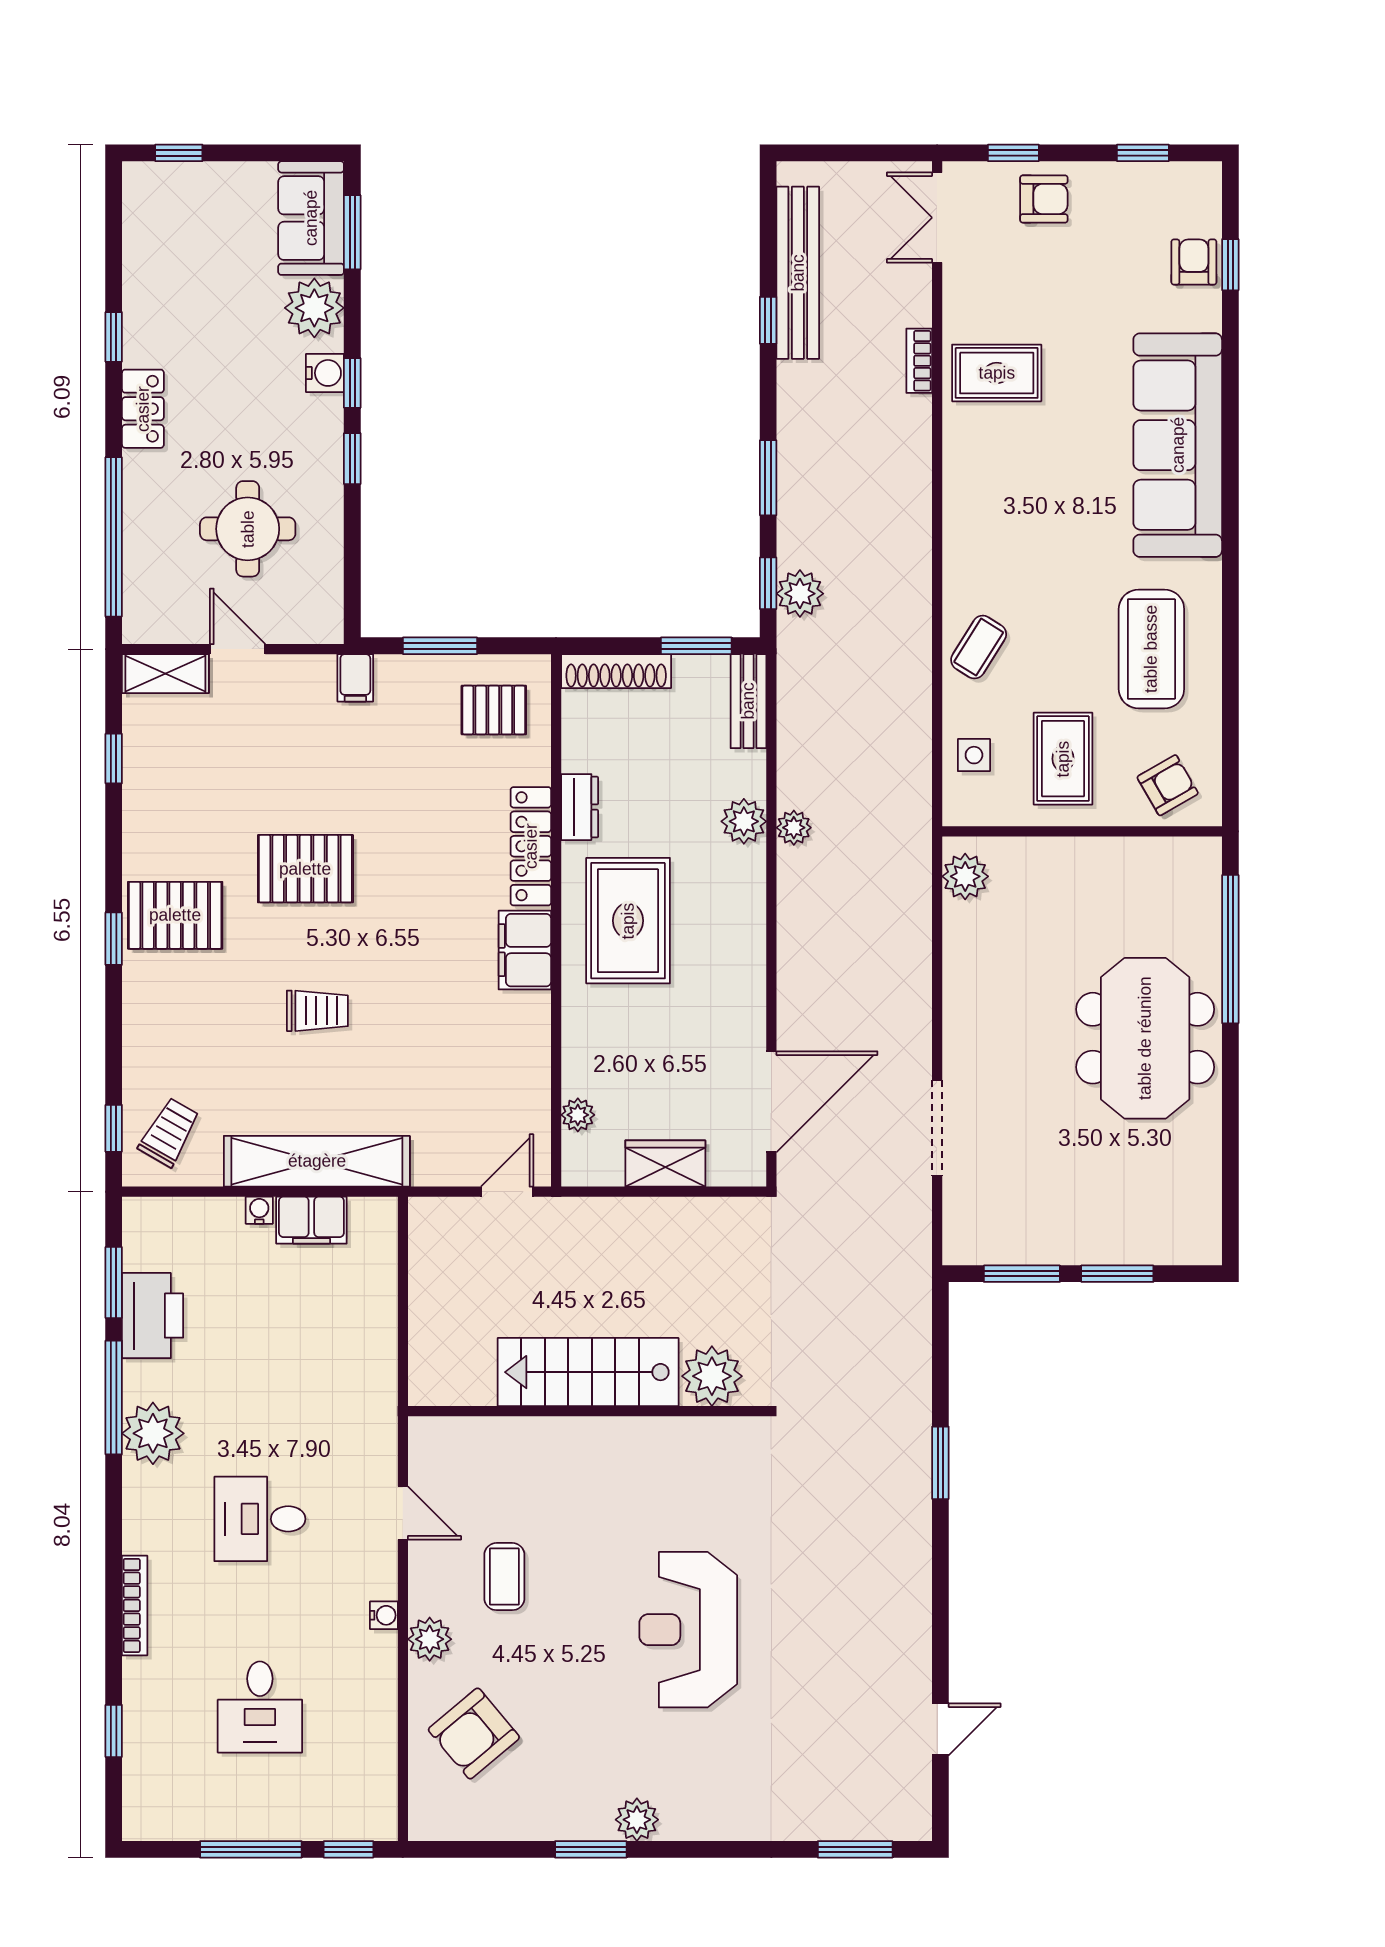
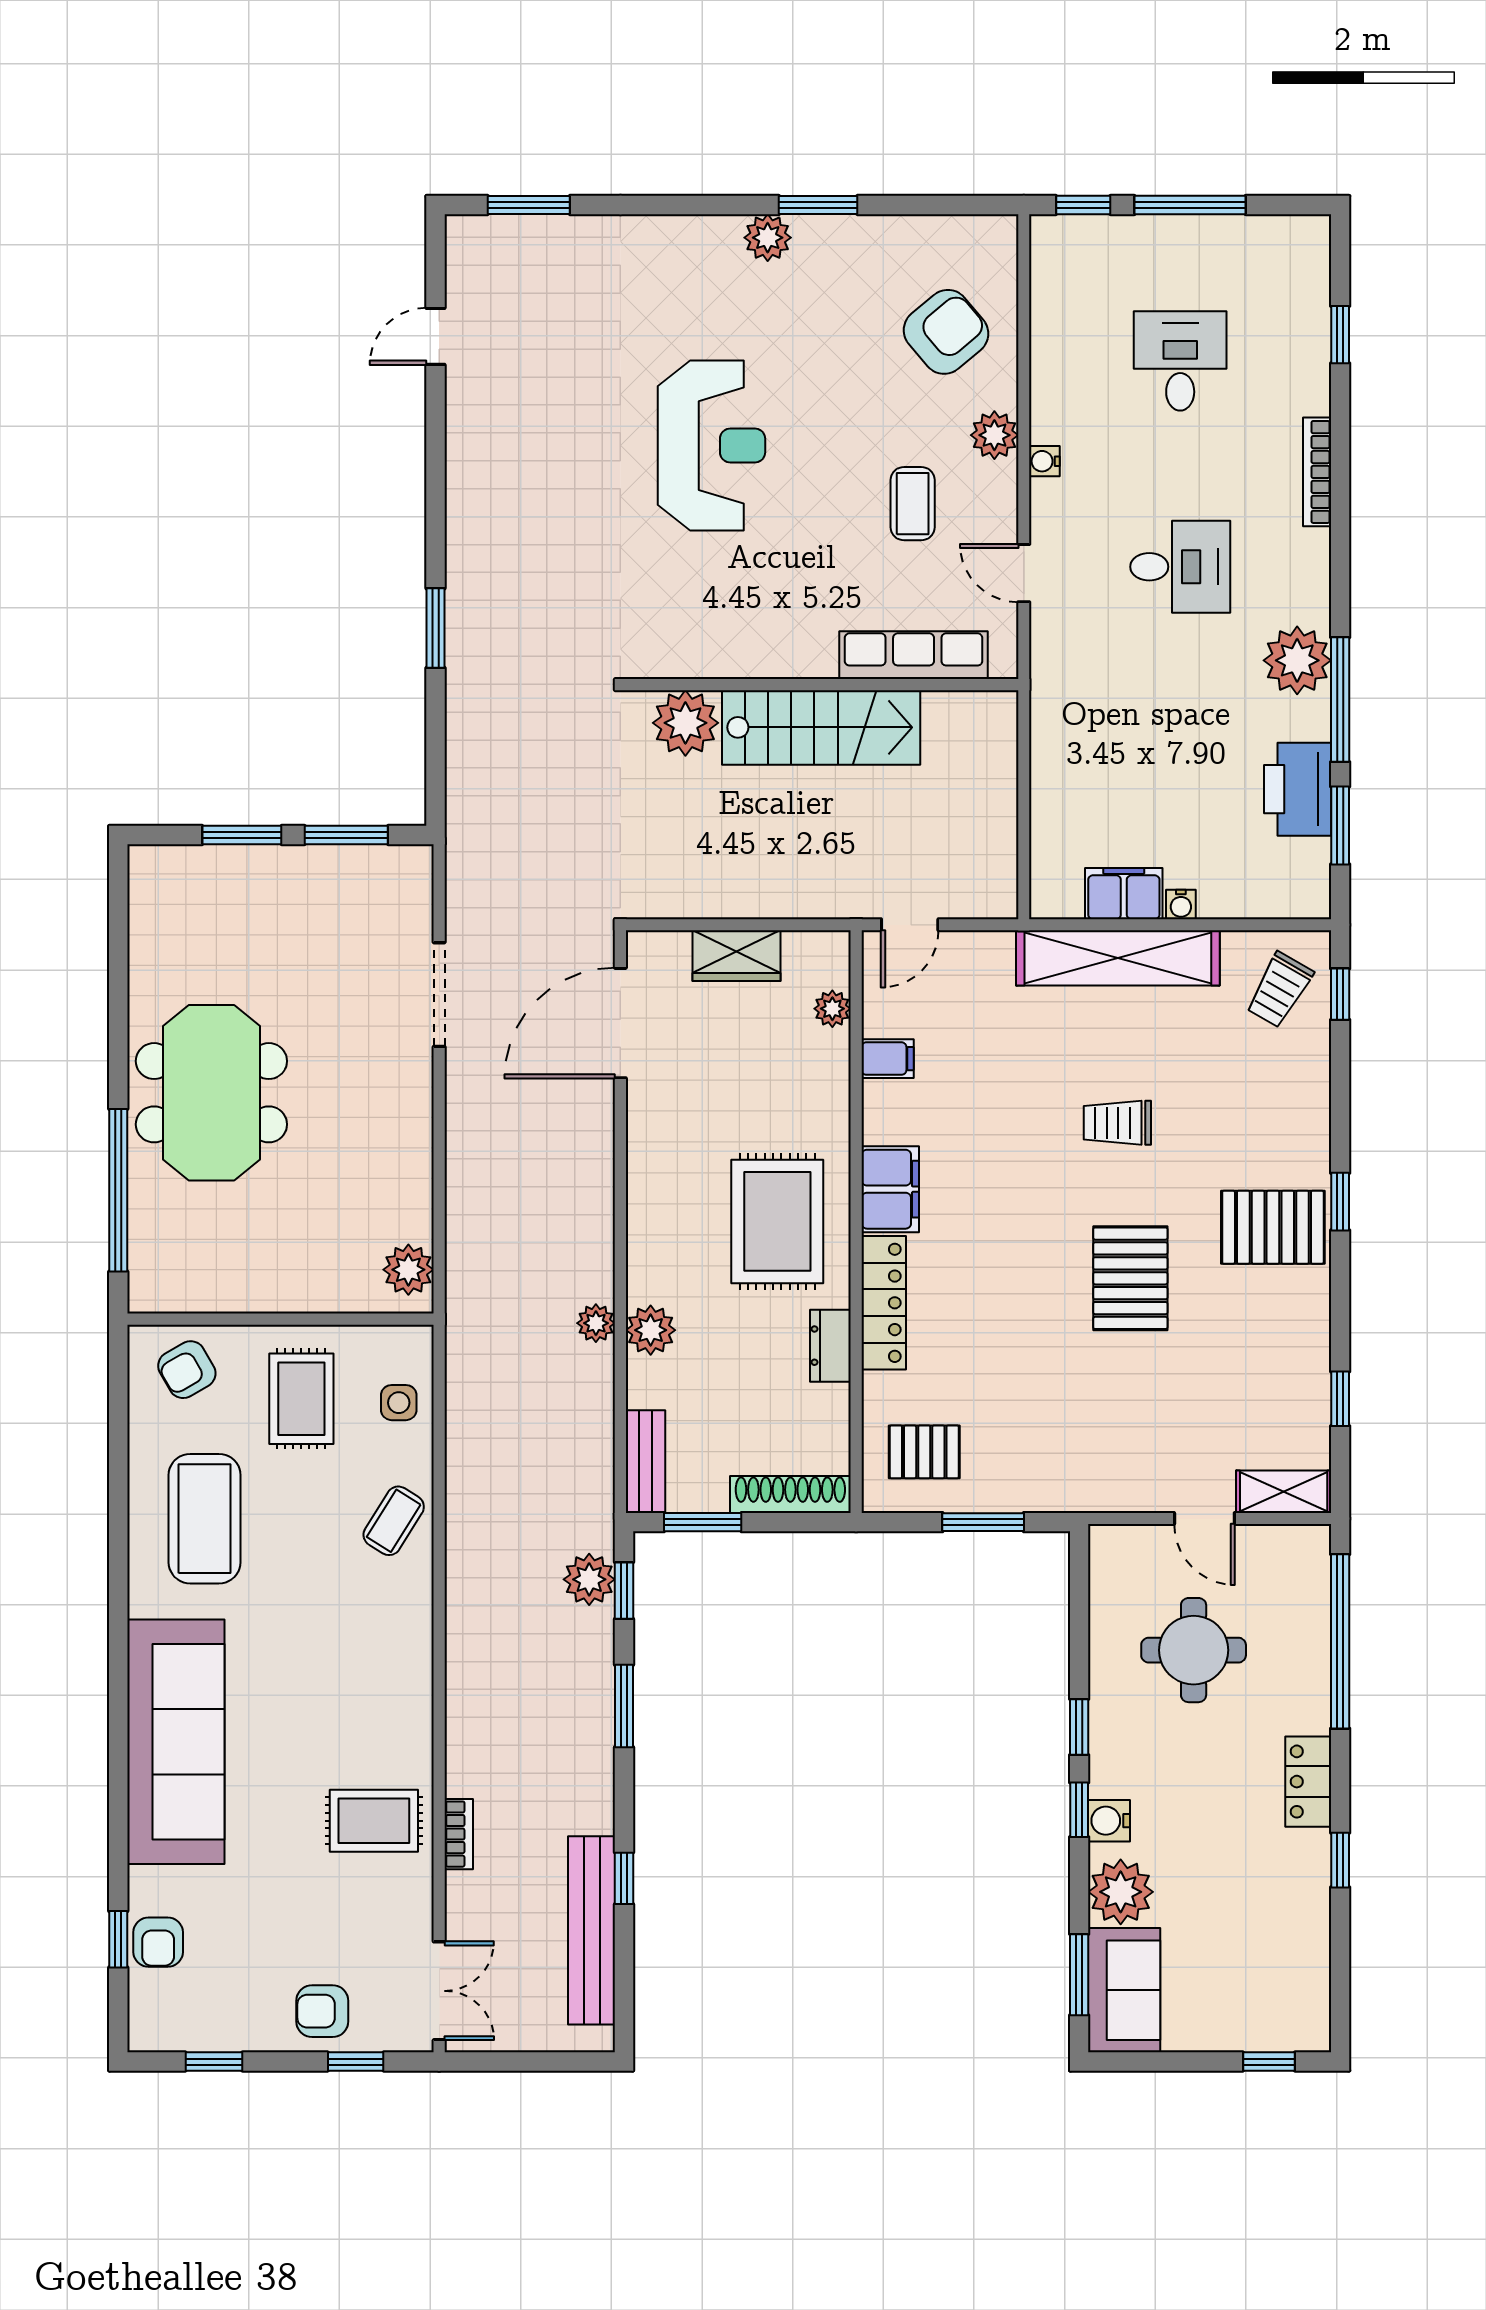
filing cabinet: (355, 678) -> (888, 1059), moved, turned 90
pallet: (305, 869) -> (1130, 1278), turned 90
row of seats: (504, 1438) -> (914, 655), added

